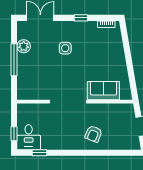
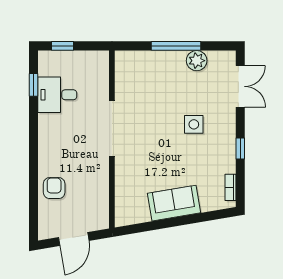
sofa: (103, 91) -> (174, 203), moved, turned -100
armchair: (93, 134) -> (54, 188), moved, turned 68
desk: (29, 137) -> (57, 95), moved

